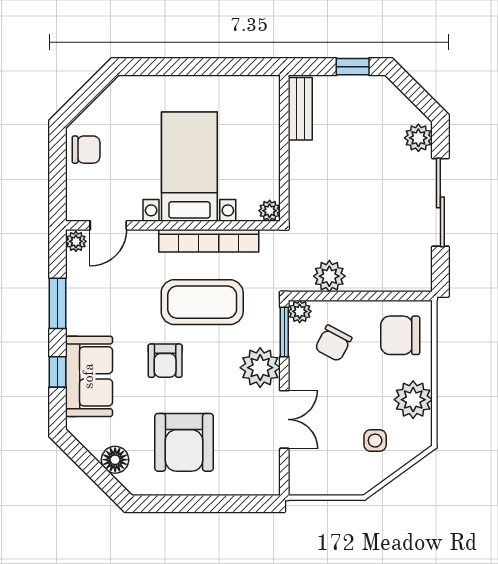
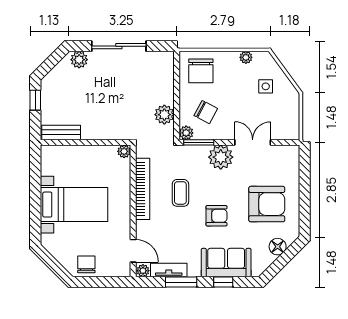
bed with nightstands: (189, 167) -> (74, 205), moved, turned 180
tv unit: (77, 283) -> (169, 270), added
coffee table: (202, 302) -> (180, 193), width x0.54, depth x0.58
plant: (413, 400) -> (246, 57), width x0.53, depth x0.53

